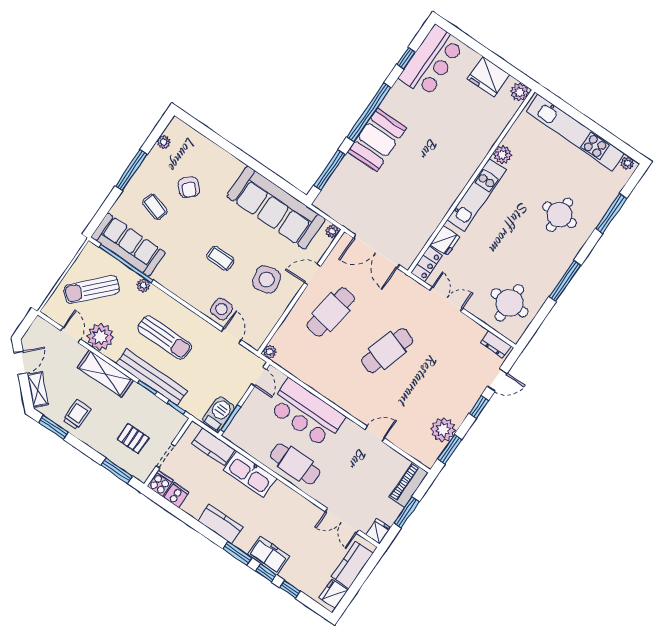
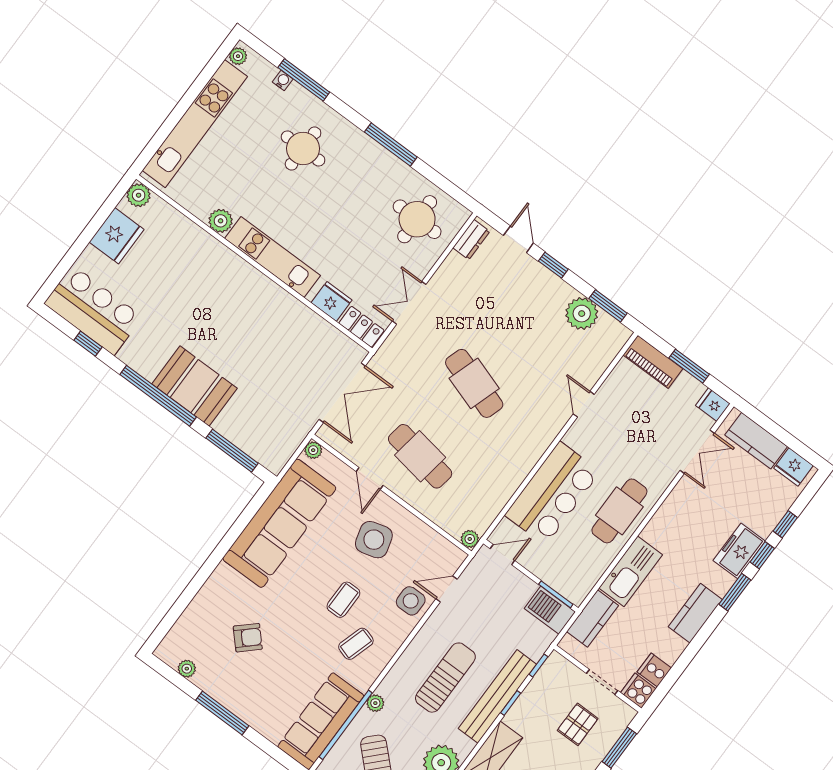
water cooler: (610, 197) -> (283, 81), added
coffee table: (155, 207) -> (356, 644), moved

